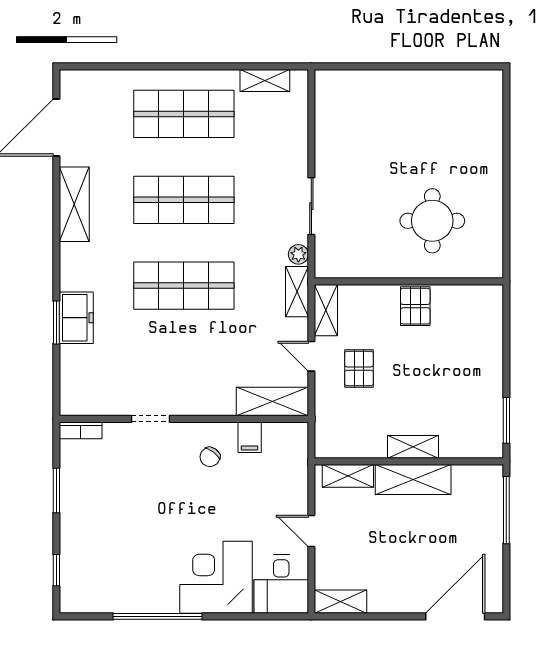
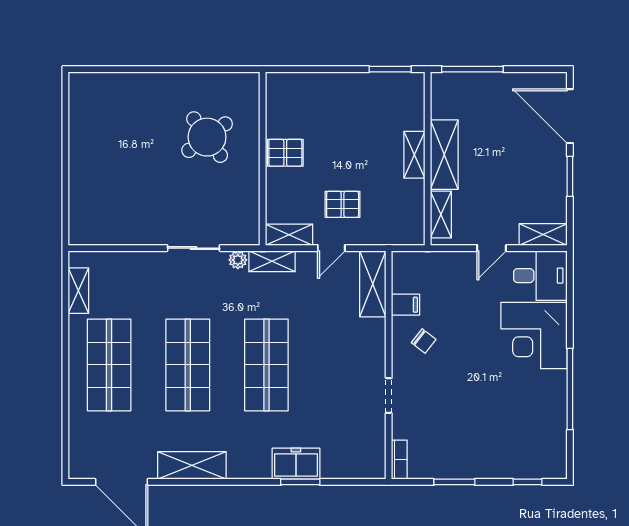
round table: (432, 221) -> (207, 137), turned -36
shelving: (340, 602) -> (543, 234), moved, turned 90
window: (389, 616) -> (570, 176), added

